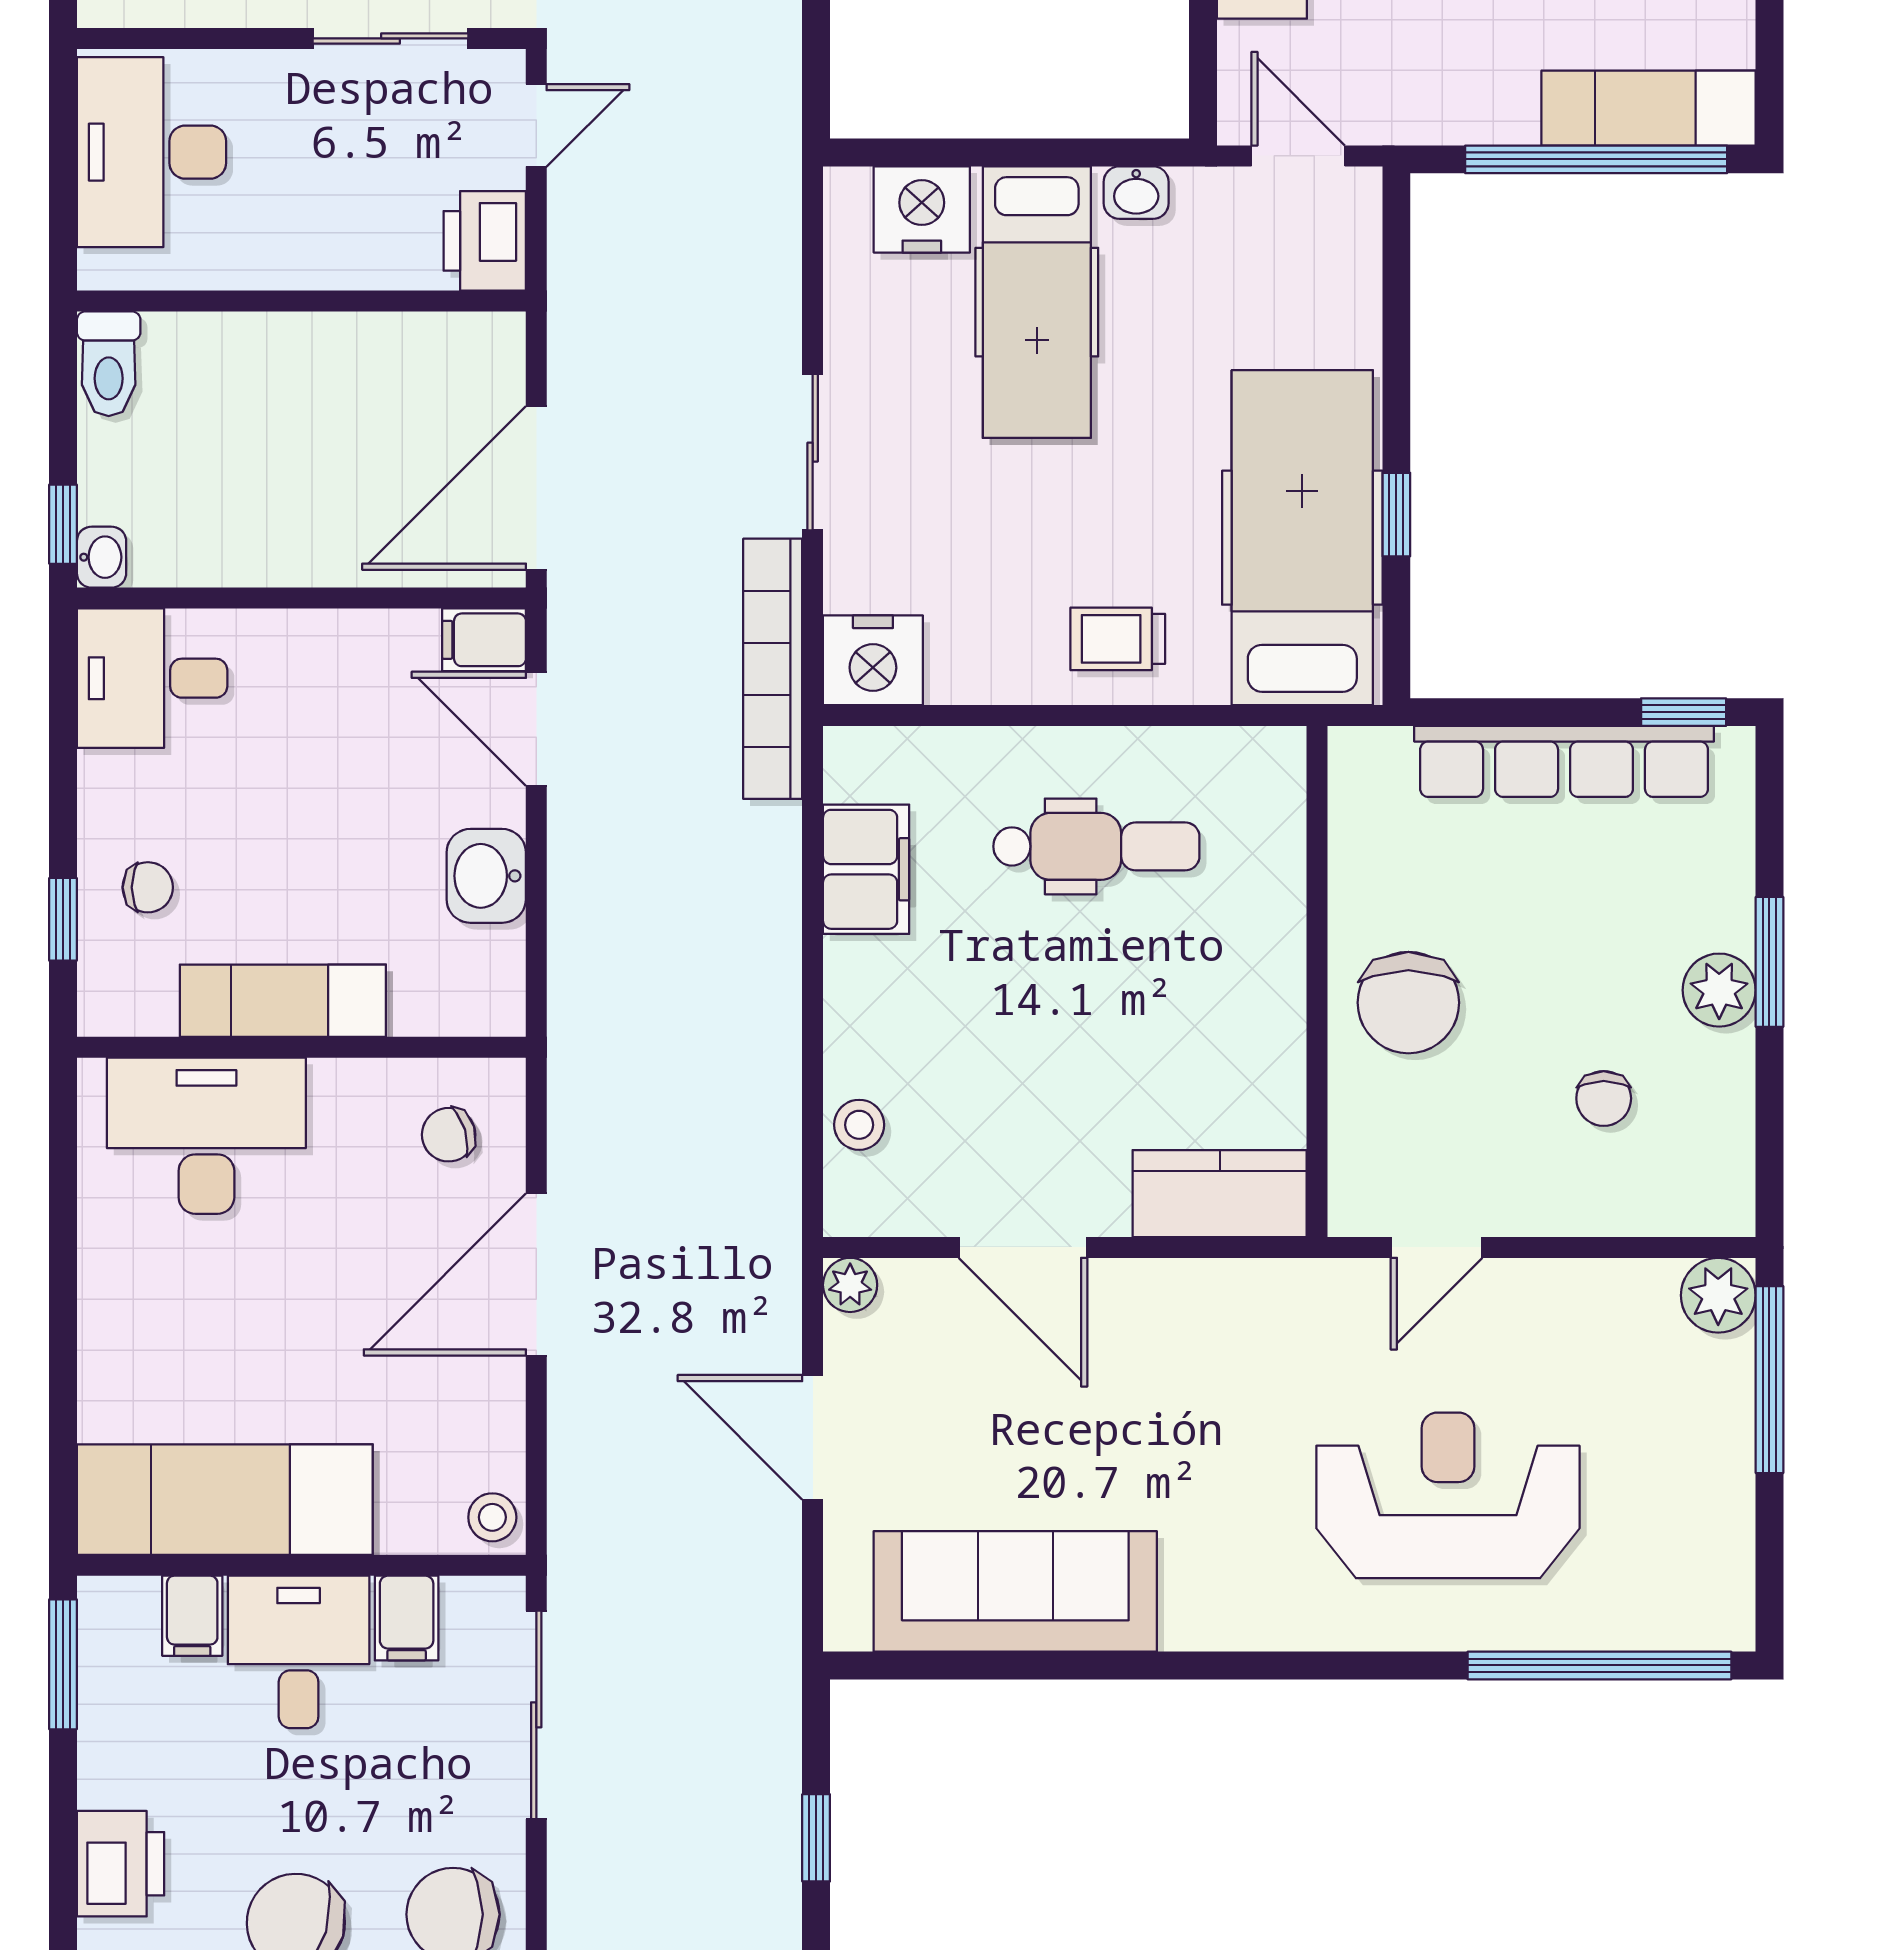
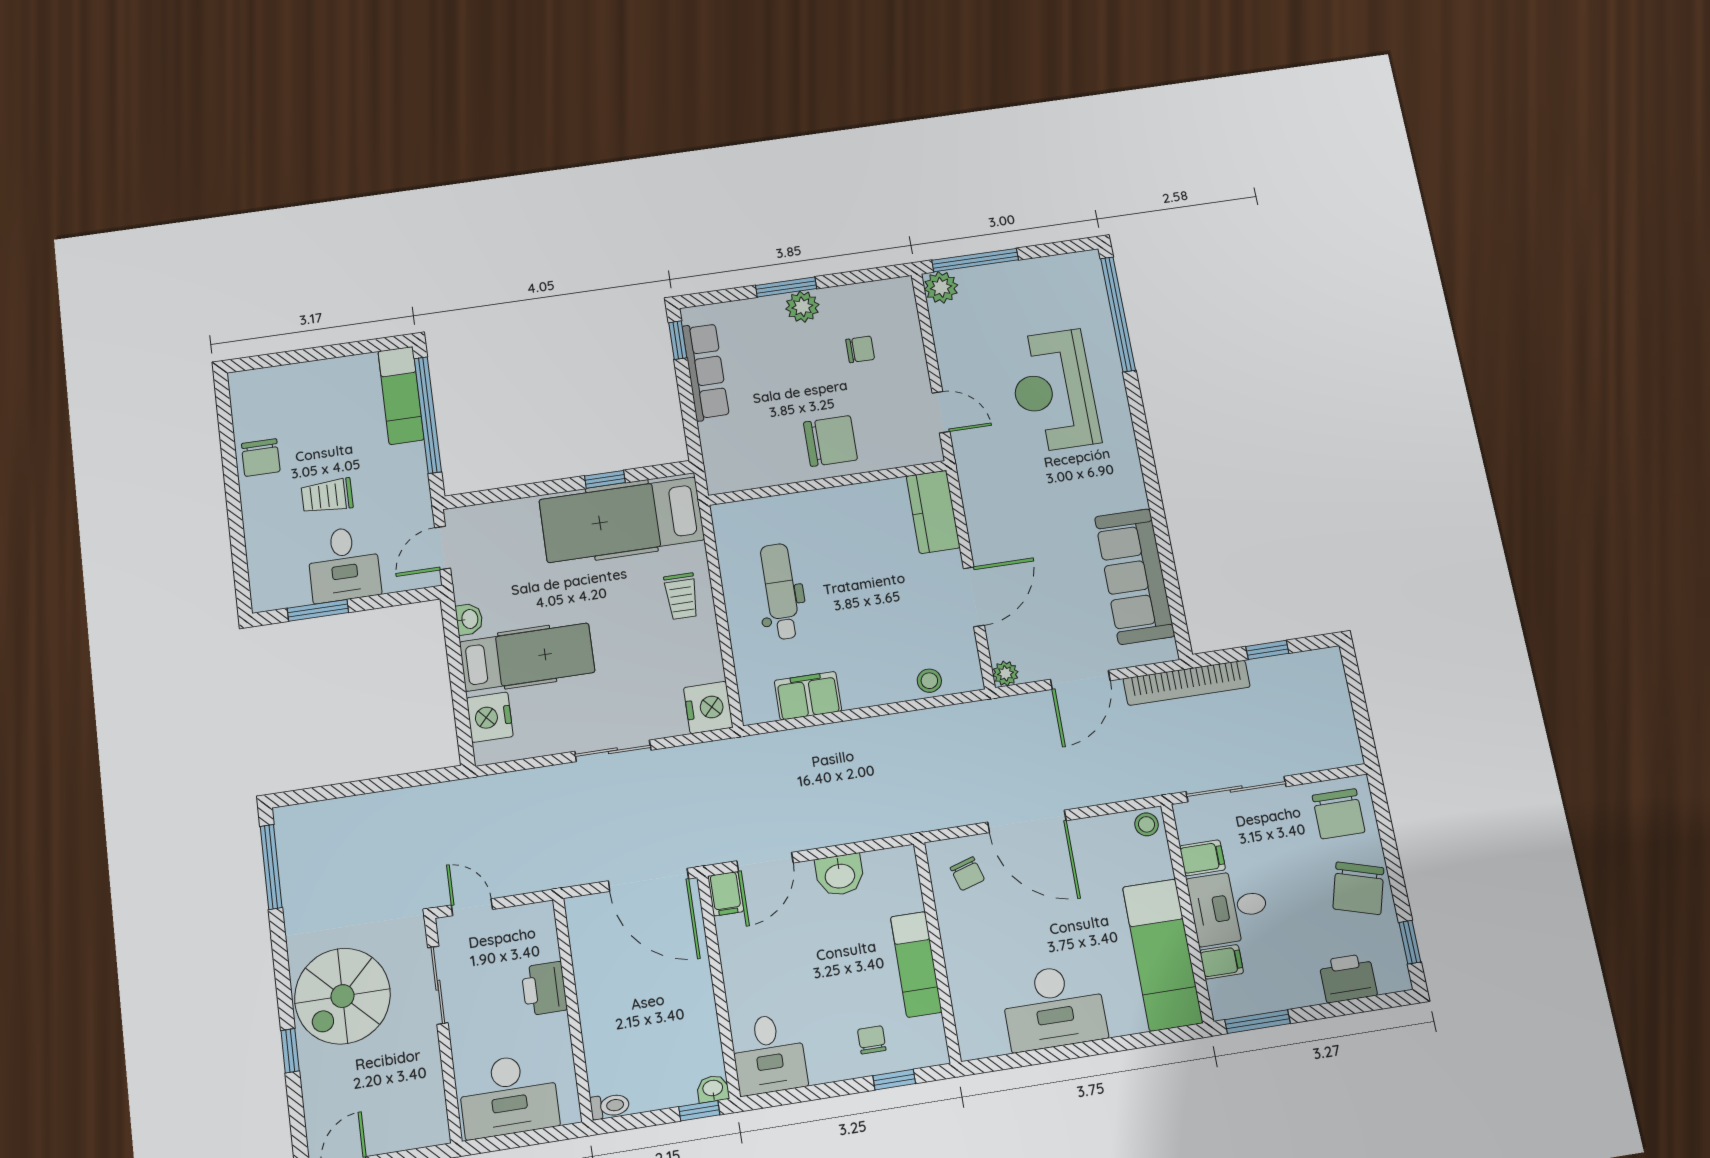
printer: (485, 241) -> (544, 989), moved, turned 90
toilet: (109, 364) -> (610, 1106), width x0.73, depth x0.72
bookcase: (773, 669) -> (1187, 683), moved
row of seats: (1564, 761) -> (706, 371), width x0.73
desk: (206, 1136) -> (1054, 1007), moved, turned -90

